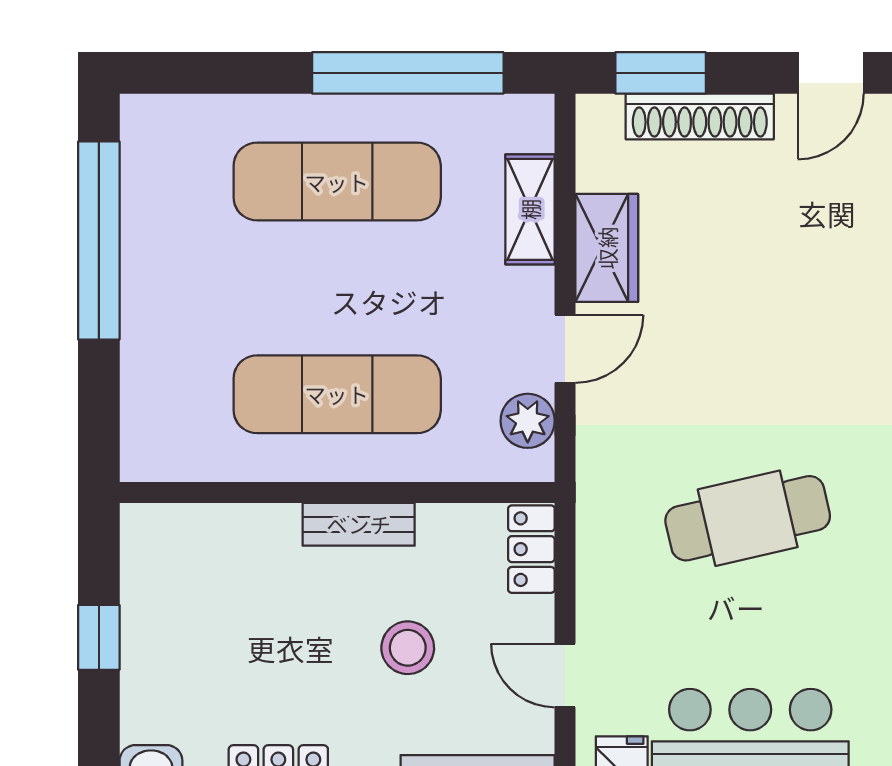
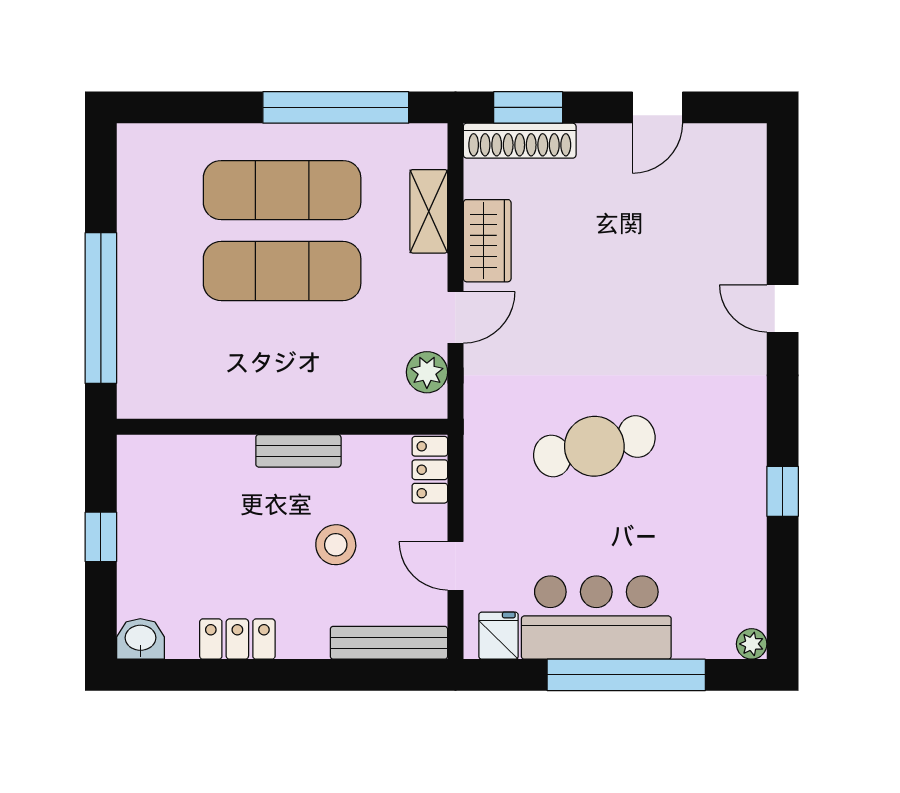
shoe rack: (700, 116) -> (520, 141), moved
window: (99, 241) -> (101, 308), moved
exercise mat: (337, 394) -> (282, 271), moved

